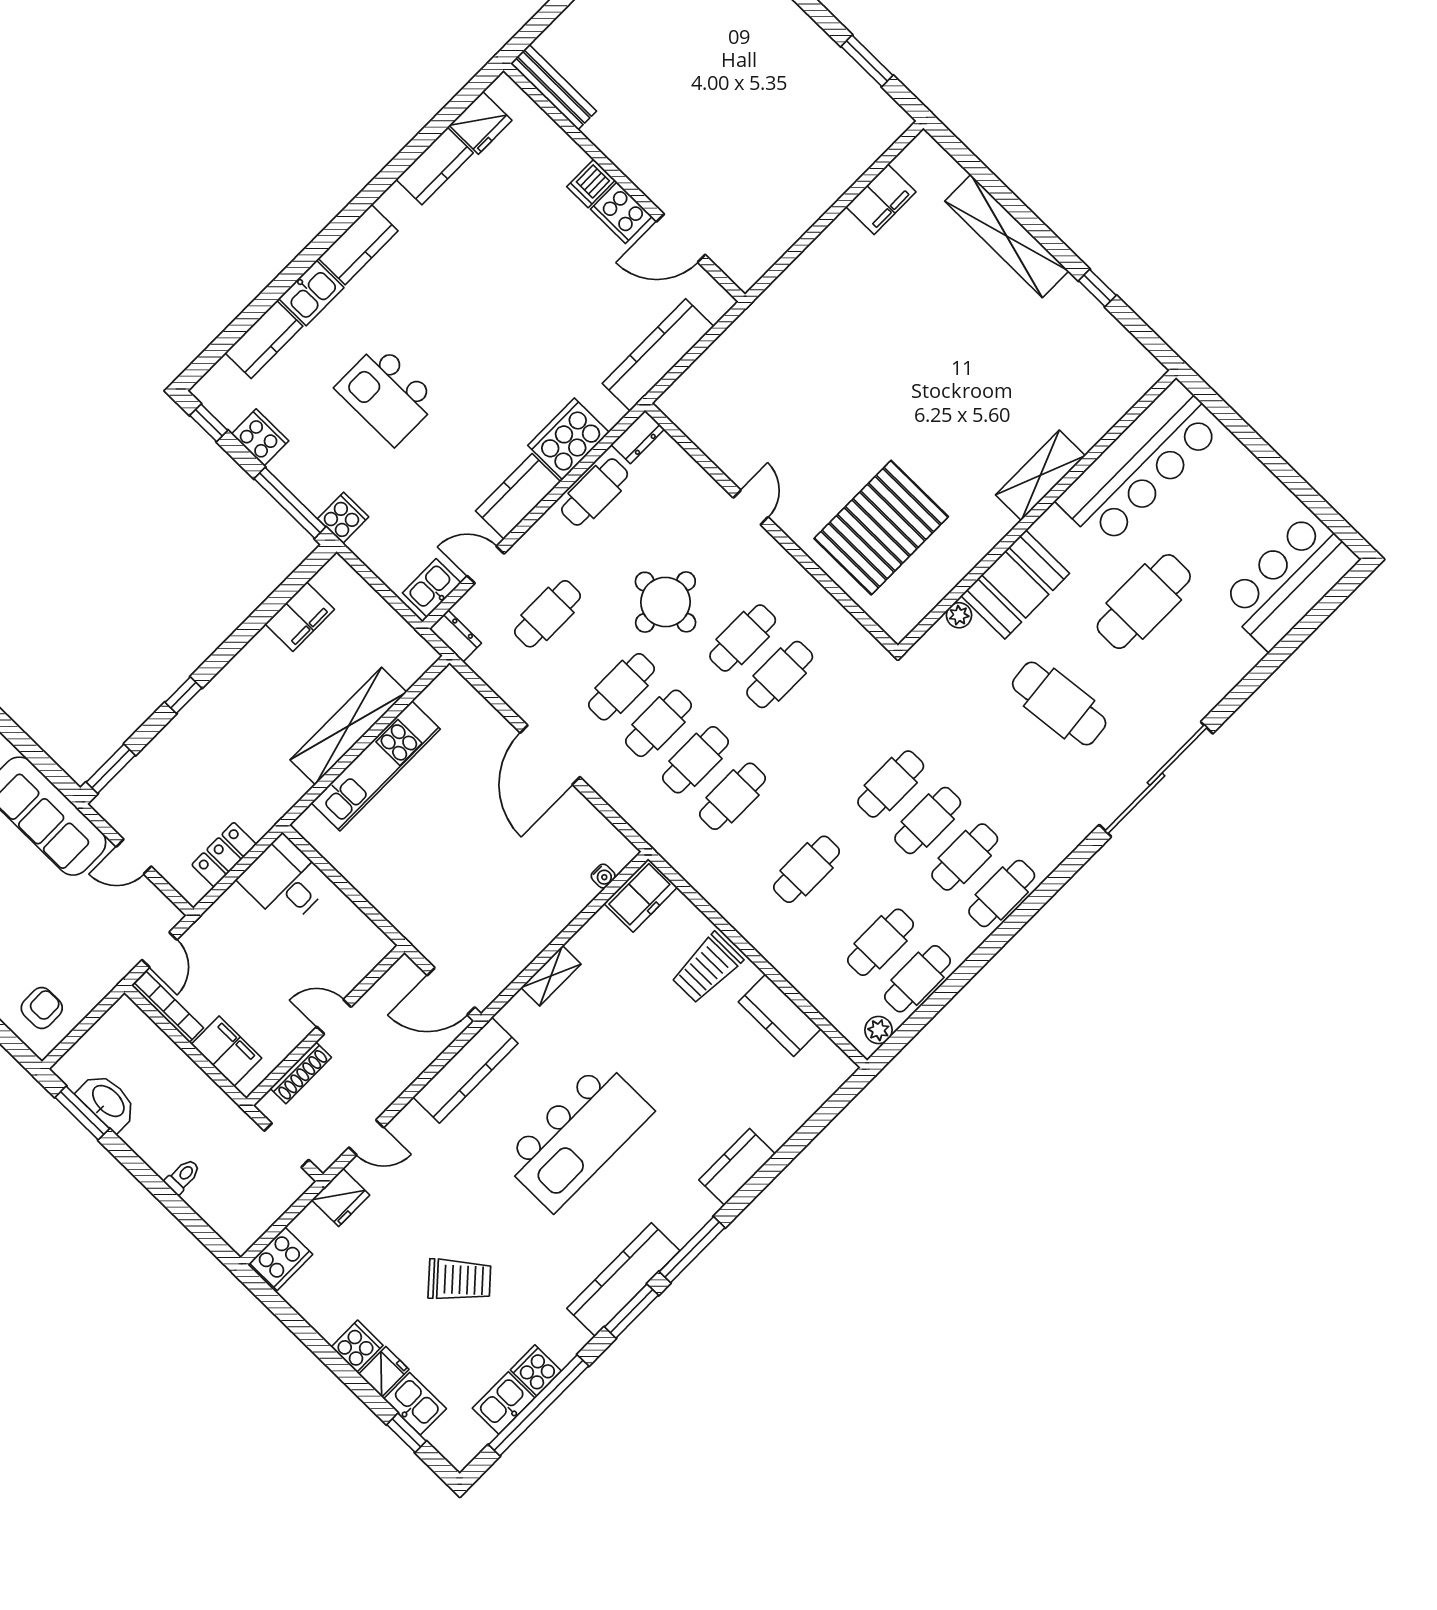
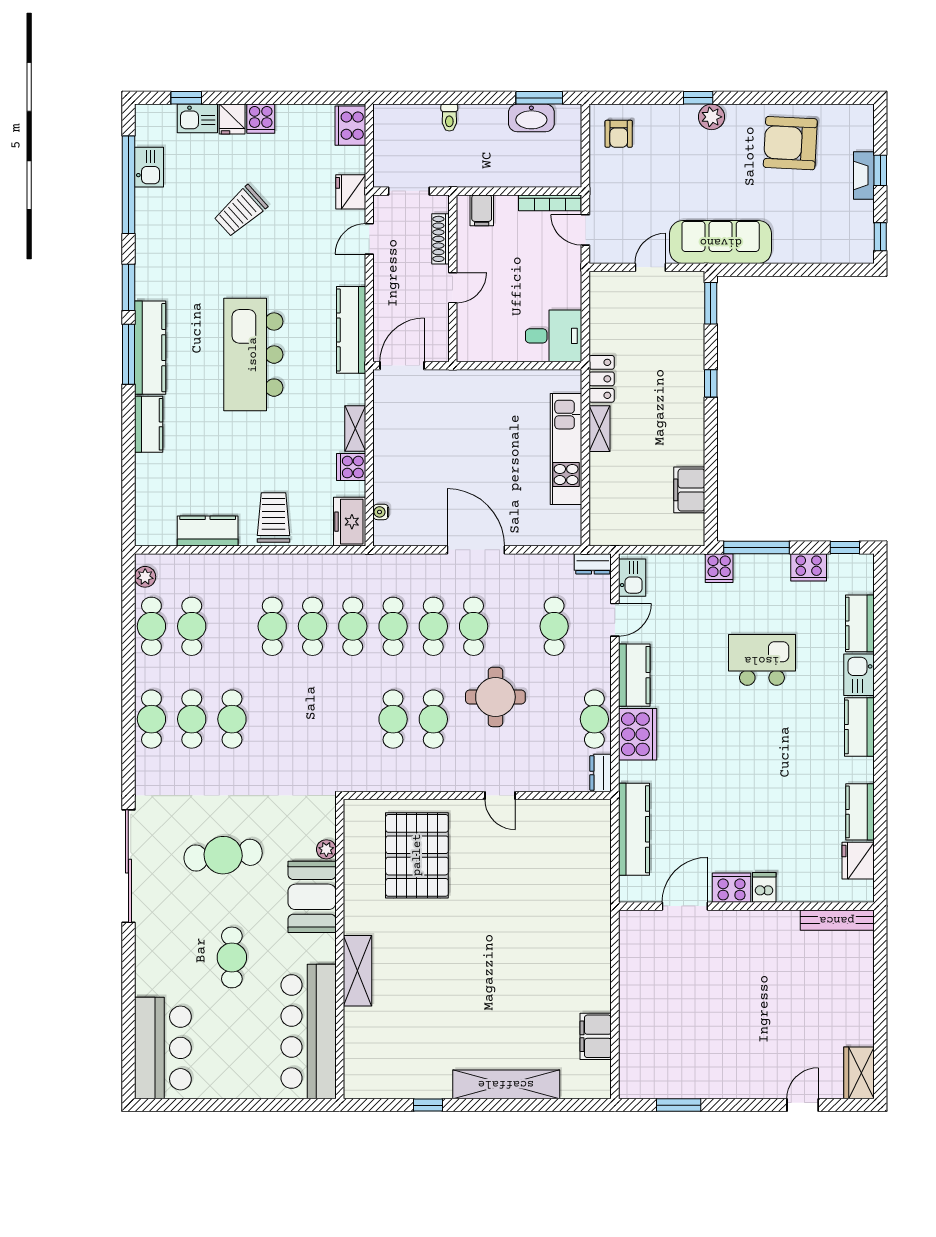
cafe table: (1144, 602) -> (232, 957), width x0.73, depth x0.74
shelving: (348, 726) -> (599, 429), width x0.45, depth x0.75
cafe table: (891, 784) -> (313, 626), moved
locker: (224, 855) -> (602, 379), moved
filing cabinet: (226, 1051) -> (482, 210), width x0.50
kitchen counter: (623, 1280) -> (150, 348), moved
cooker: (536, 1370) -> (351, 467), moved, turned 180

